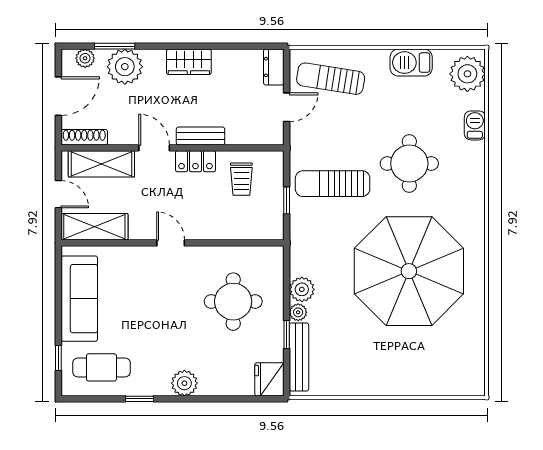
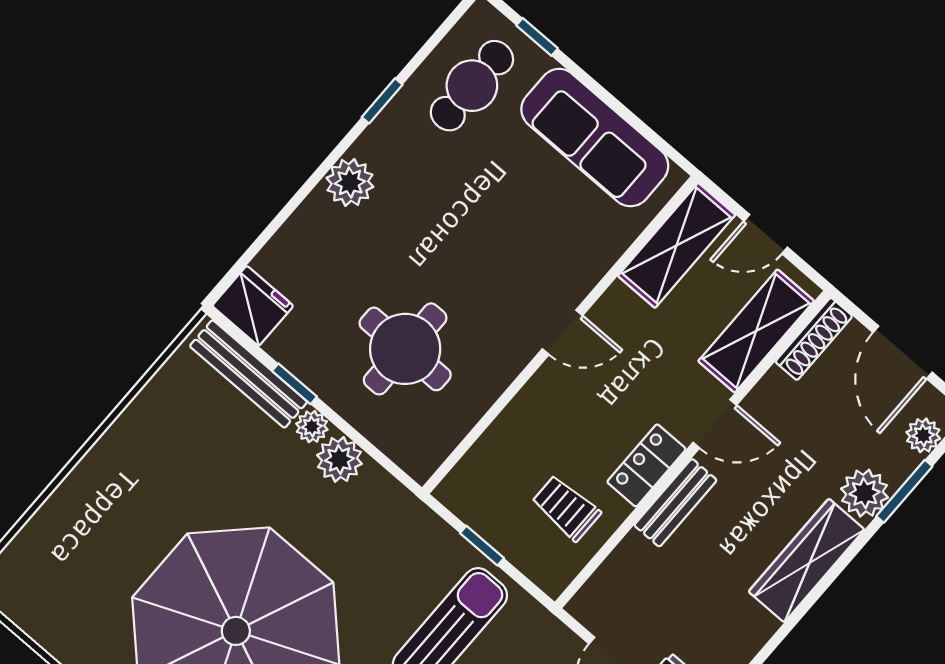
wardrobe: (189, 62) -> (807, 561), width x1.50
plant: (125, 67) -> (865, 493), width x0.73, depth x0.73

